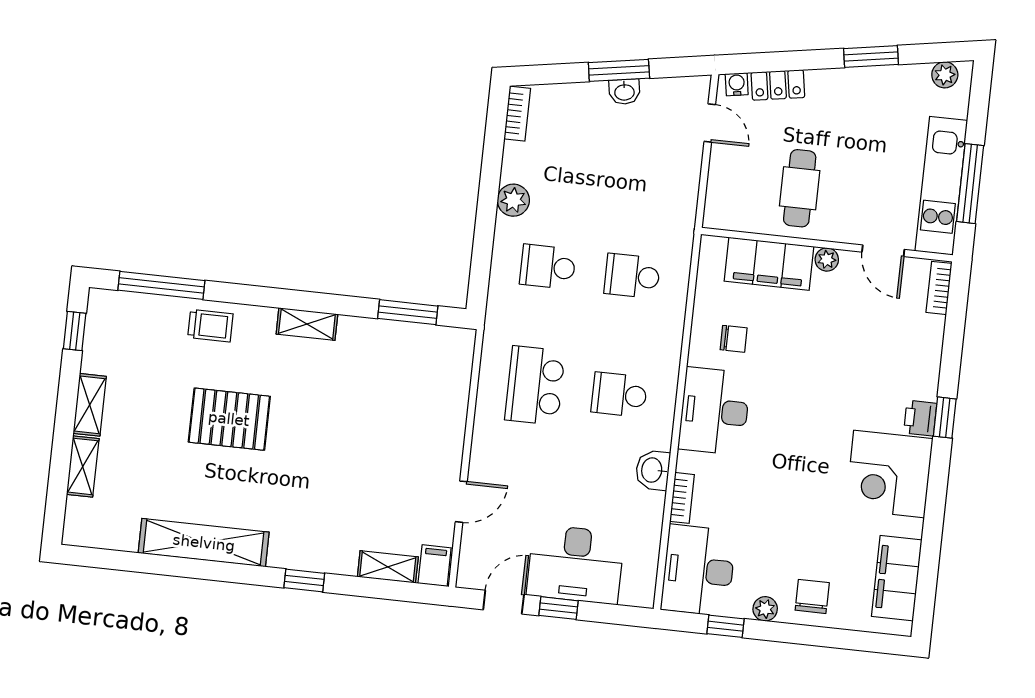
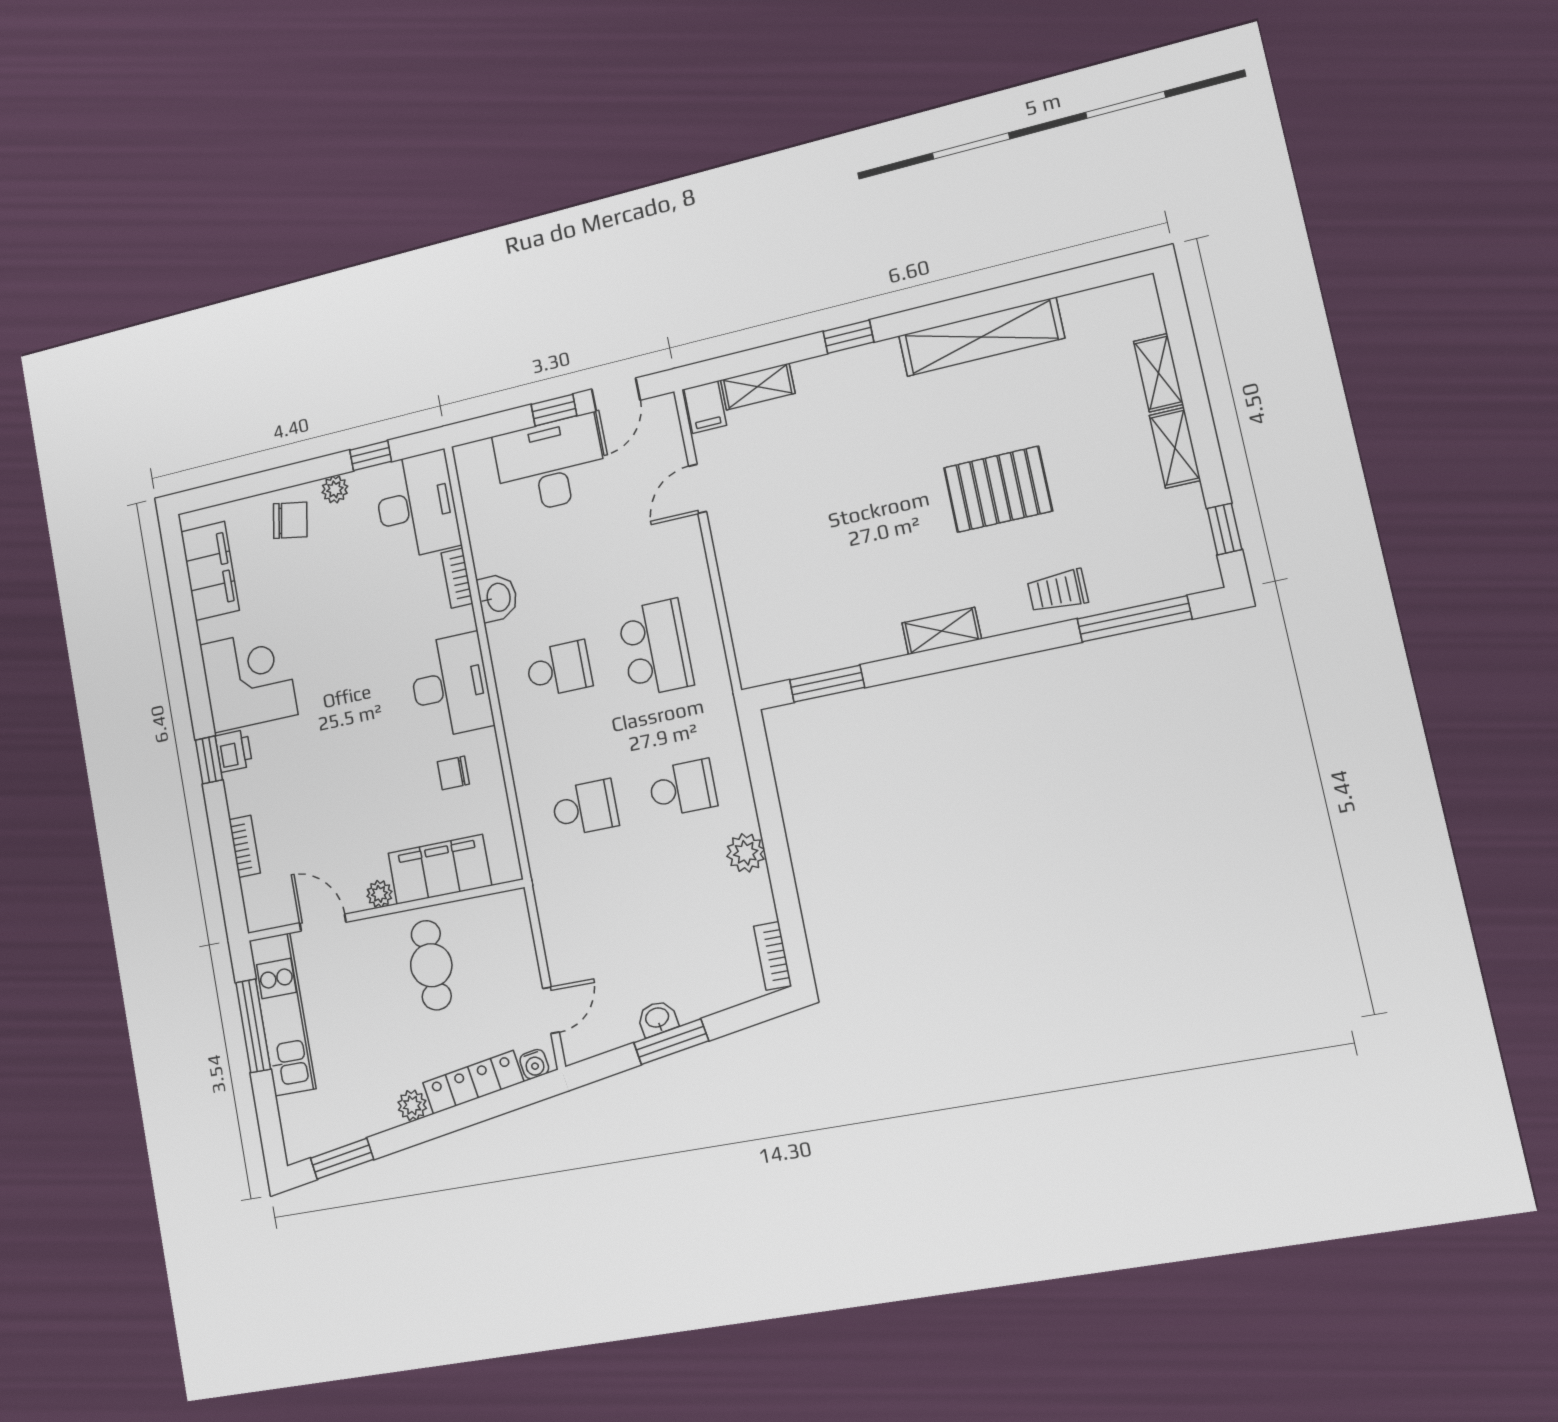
window: (871, 56) -> (342, 1159), moved
plant: (945, 75) -> (412, 1105), moved
locker: (778, 85) -> (473, 1082), width x1.53
door: (710, 123) -> (551, 1010), swing flipped
bookcase: (939, 288) -> (245, 846), moved
chair: (812, 596) -> (290, 520), turned -80

